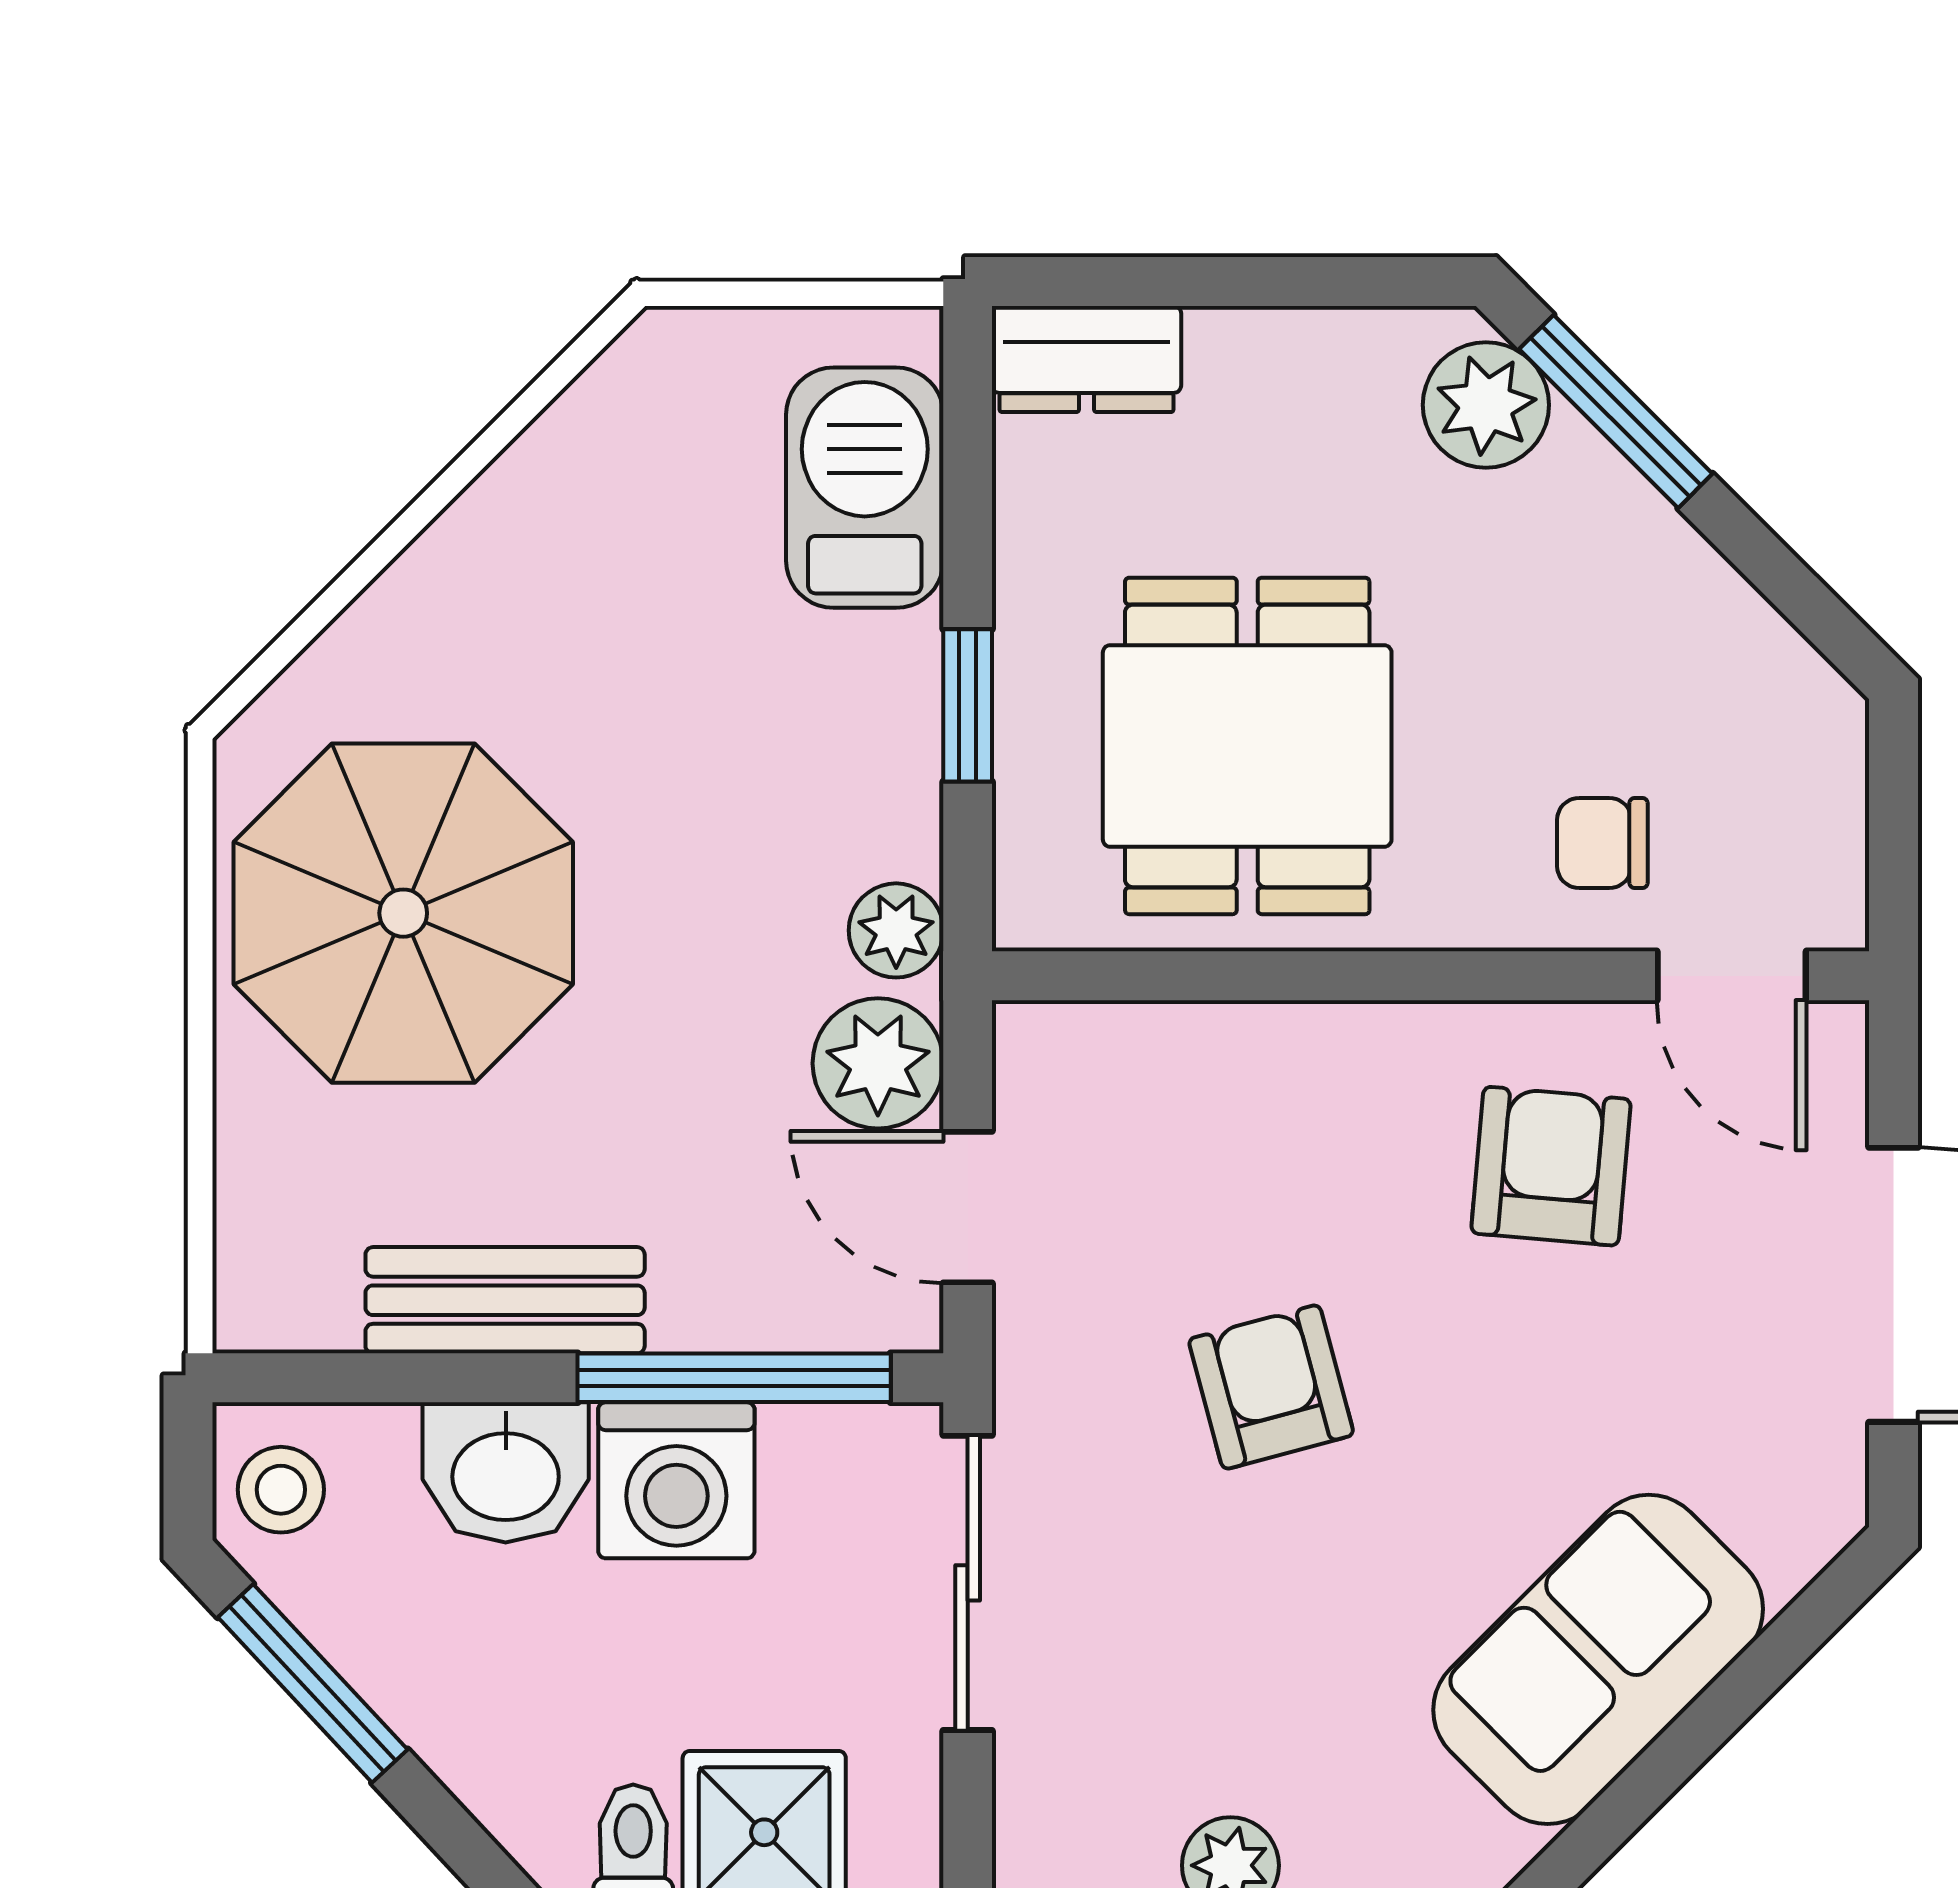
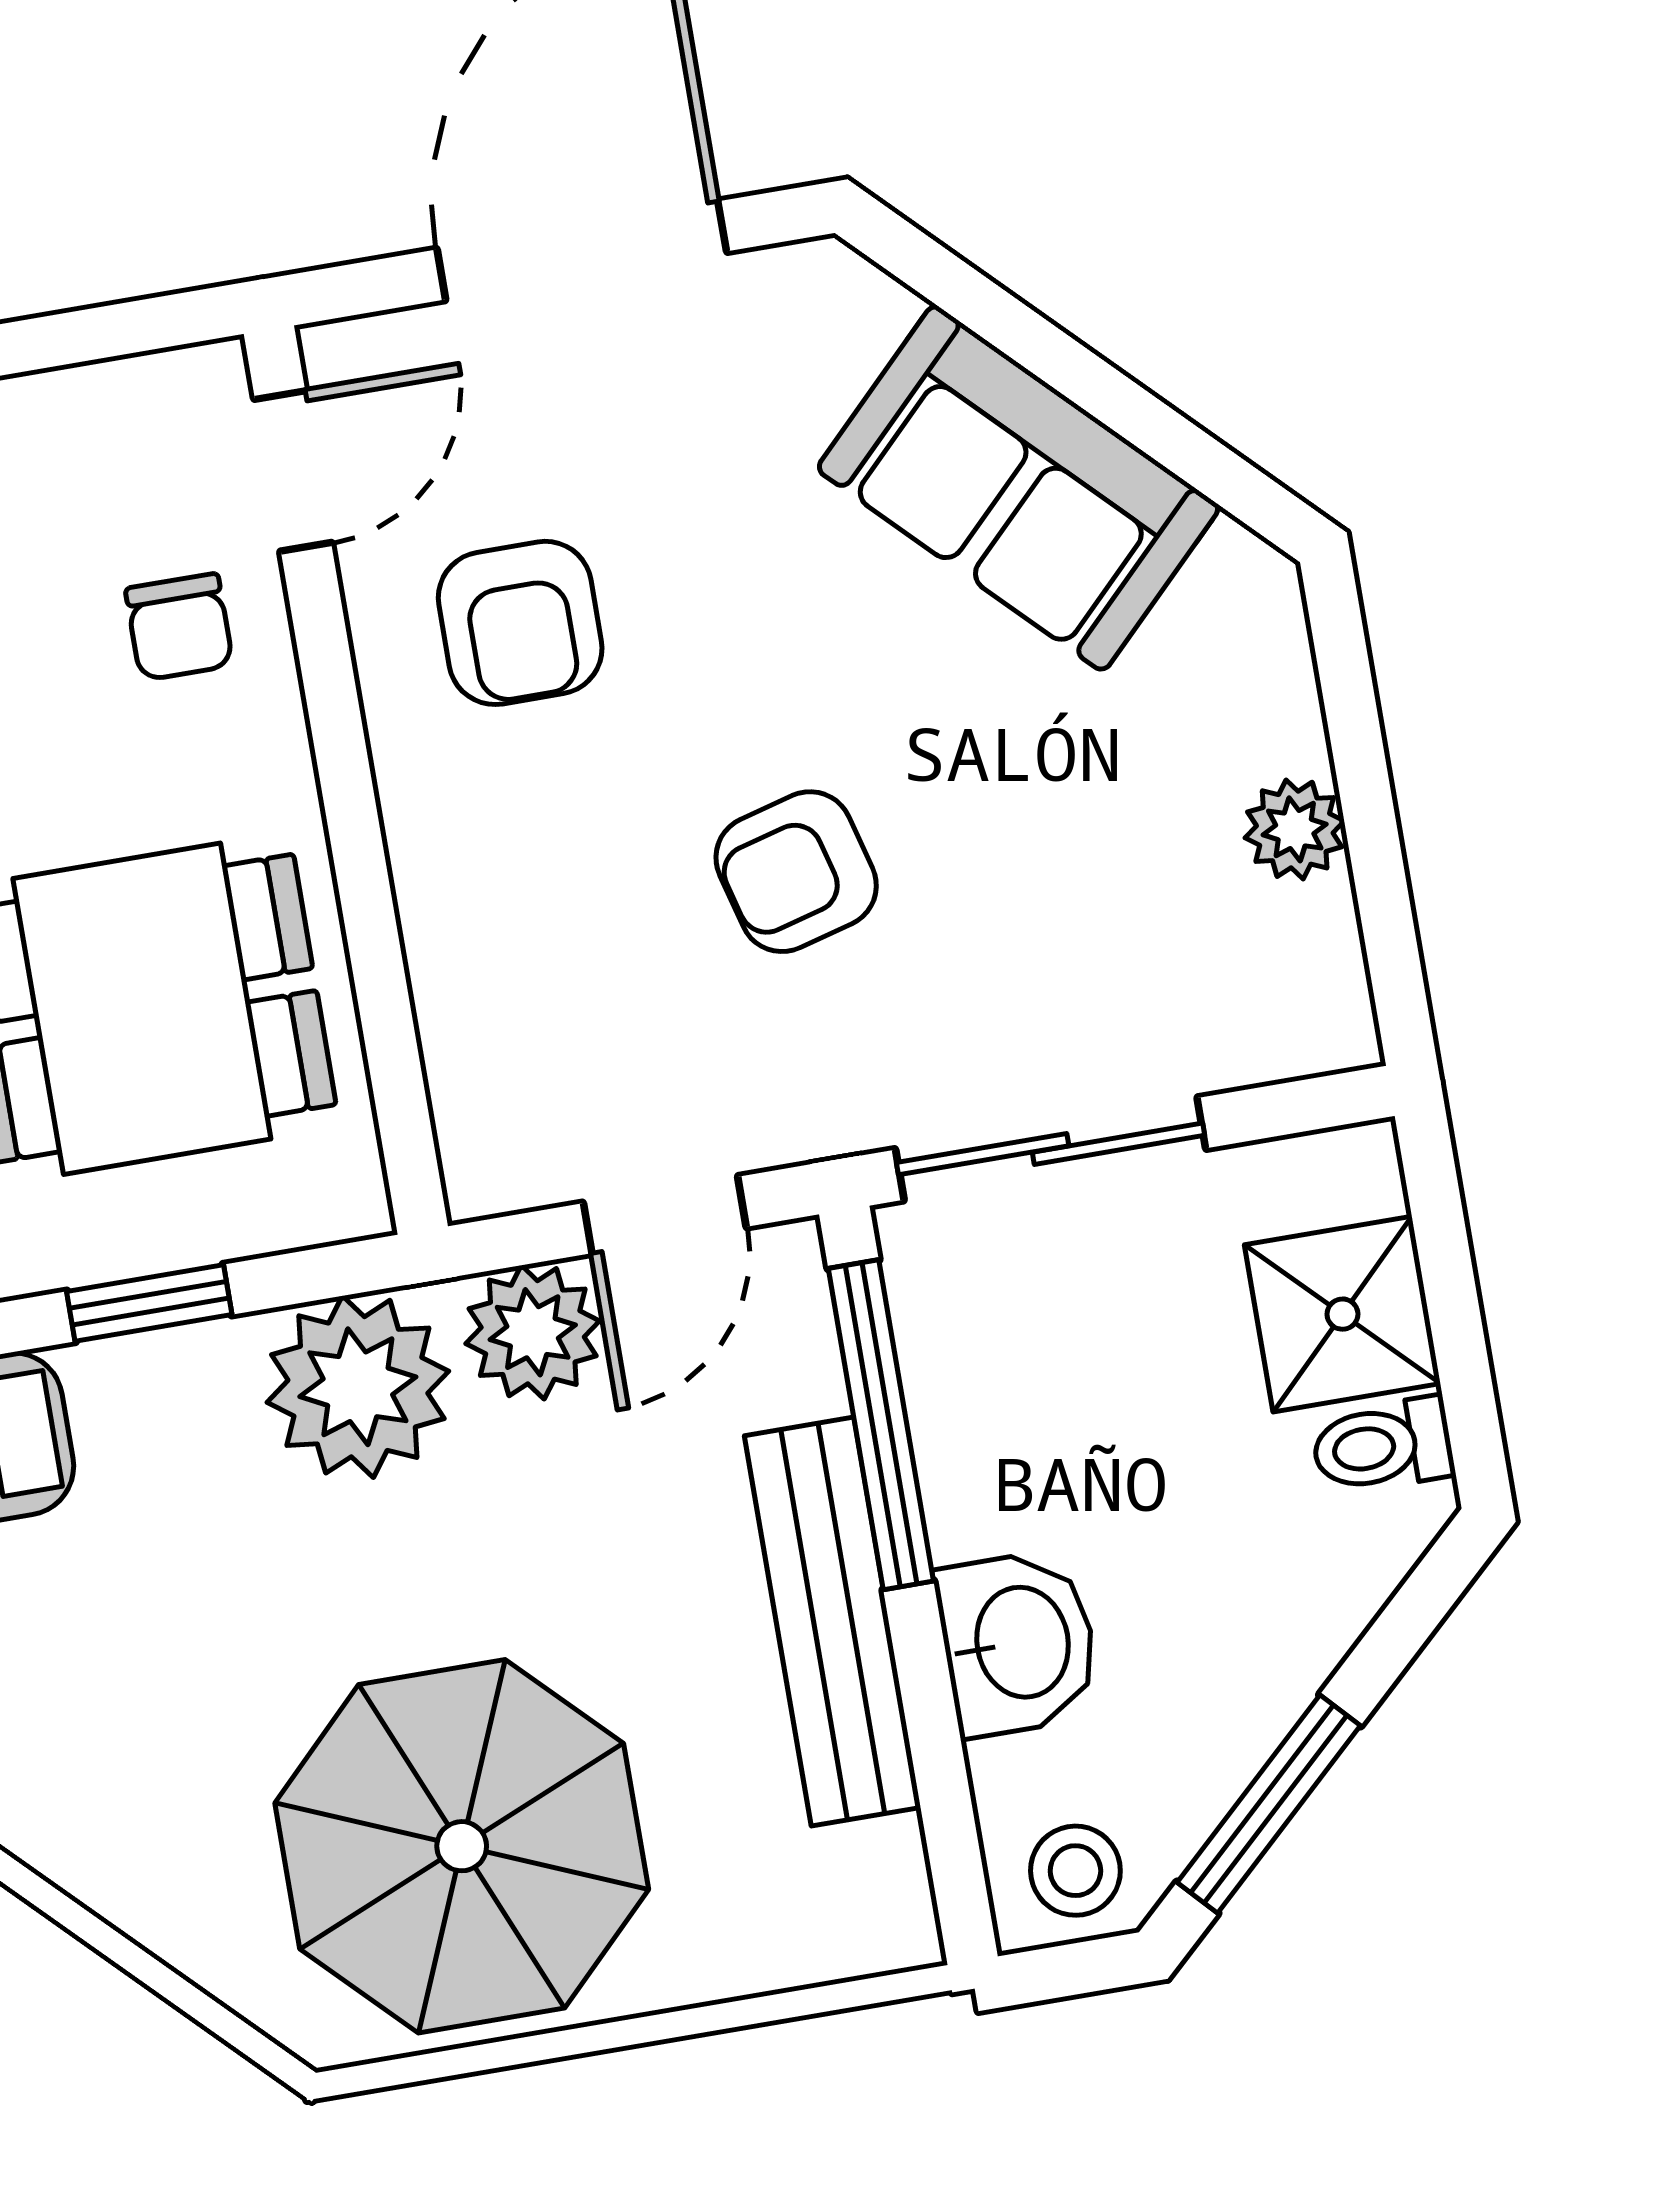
plant: (896, 930) -> (358, 1387), width x1.87, depth x1.87
armchair: (1551, 1166) -> (520, 623), turned -95
bench: (505, 1300) -> (833, 1622), width x1.36
washing machine: (676, 1480) -> (996, 1466), removed

